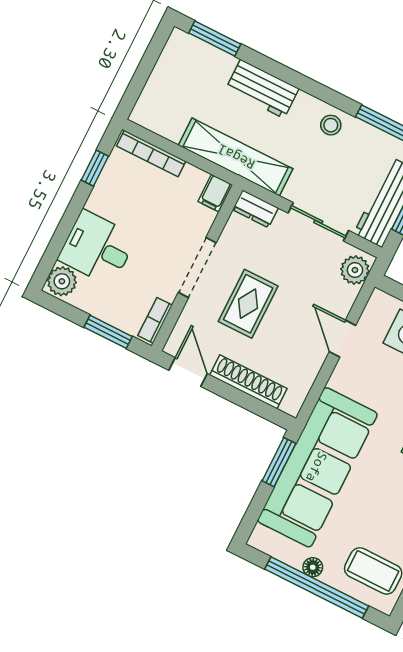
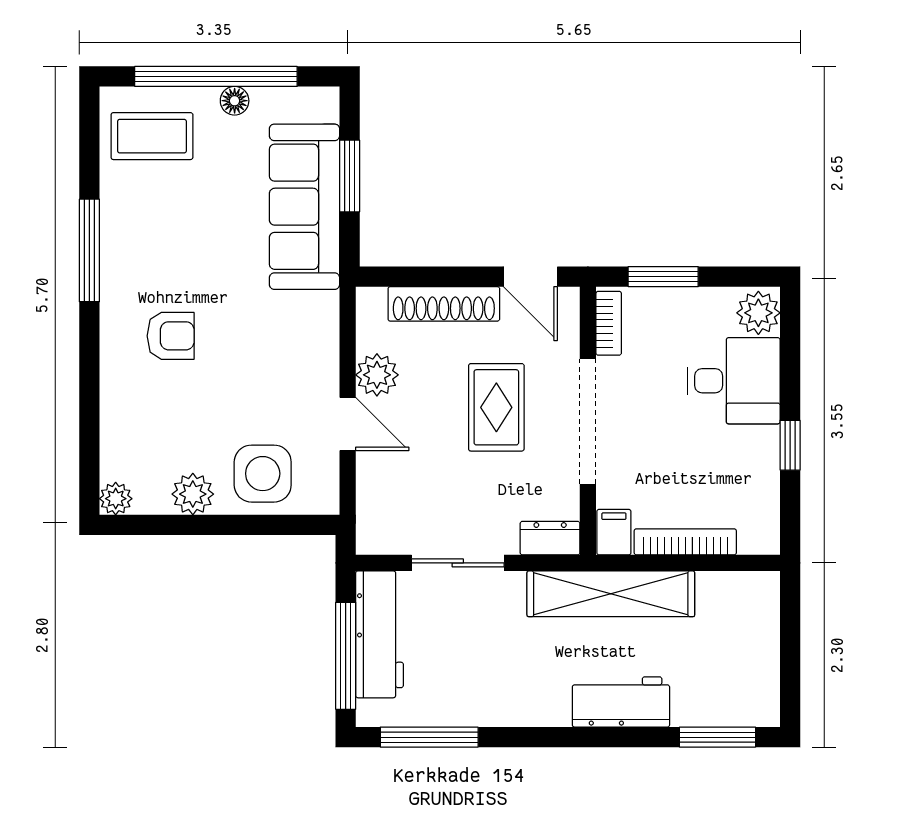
stool: (331, 125) -> (506, 700), removed
bookcase: (151, 154) -> (685, 542), moved
window: (95, 168) -> (790, 445), moved
doorway: (197, 267) -> (588, 421), width x1.36
plant: (355, 270) -> (377, 375), moved
window: (279, 462) -> (350, 176), moved
sofa: (317, 467) -> (304, 207), width x0.74, depth x0.79

